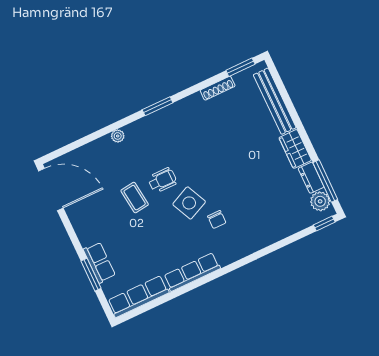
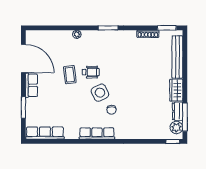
door: (51, 189) -> (23, 59), moved
row of seats: (99, 263) -> (32, 85), moved
row of seats: (192, 272) -> (97, 134), moved

